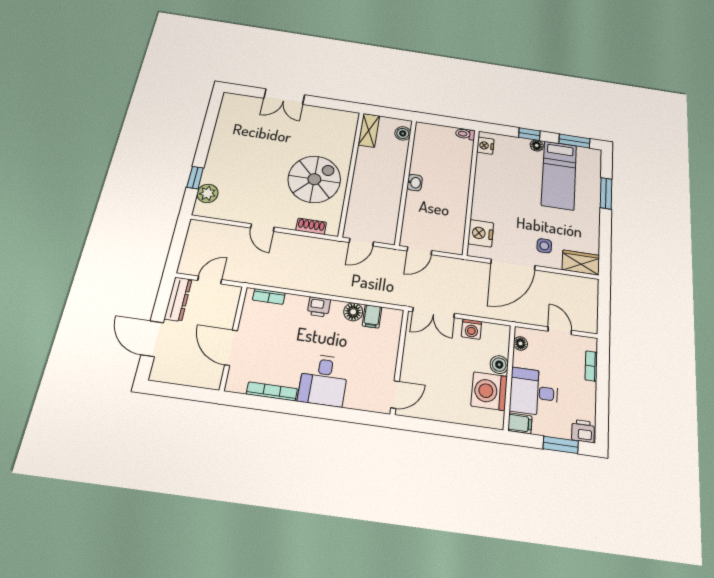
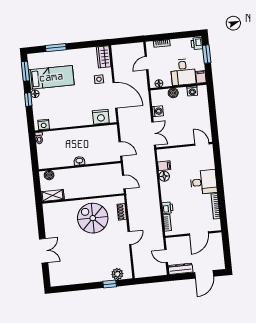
printer: (319, 307) -> (167, 208), moved
washing machine: (489, 391) -> (192, 91), width x0.53, depth x0.53

